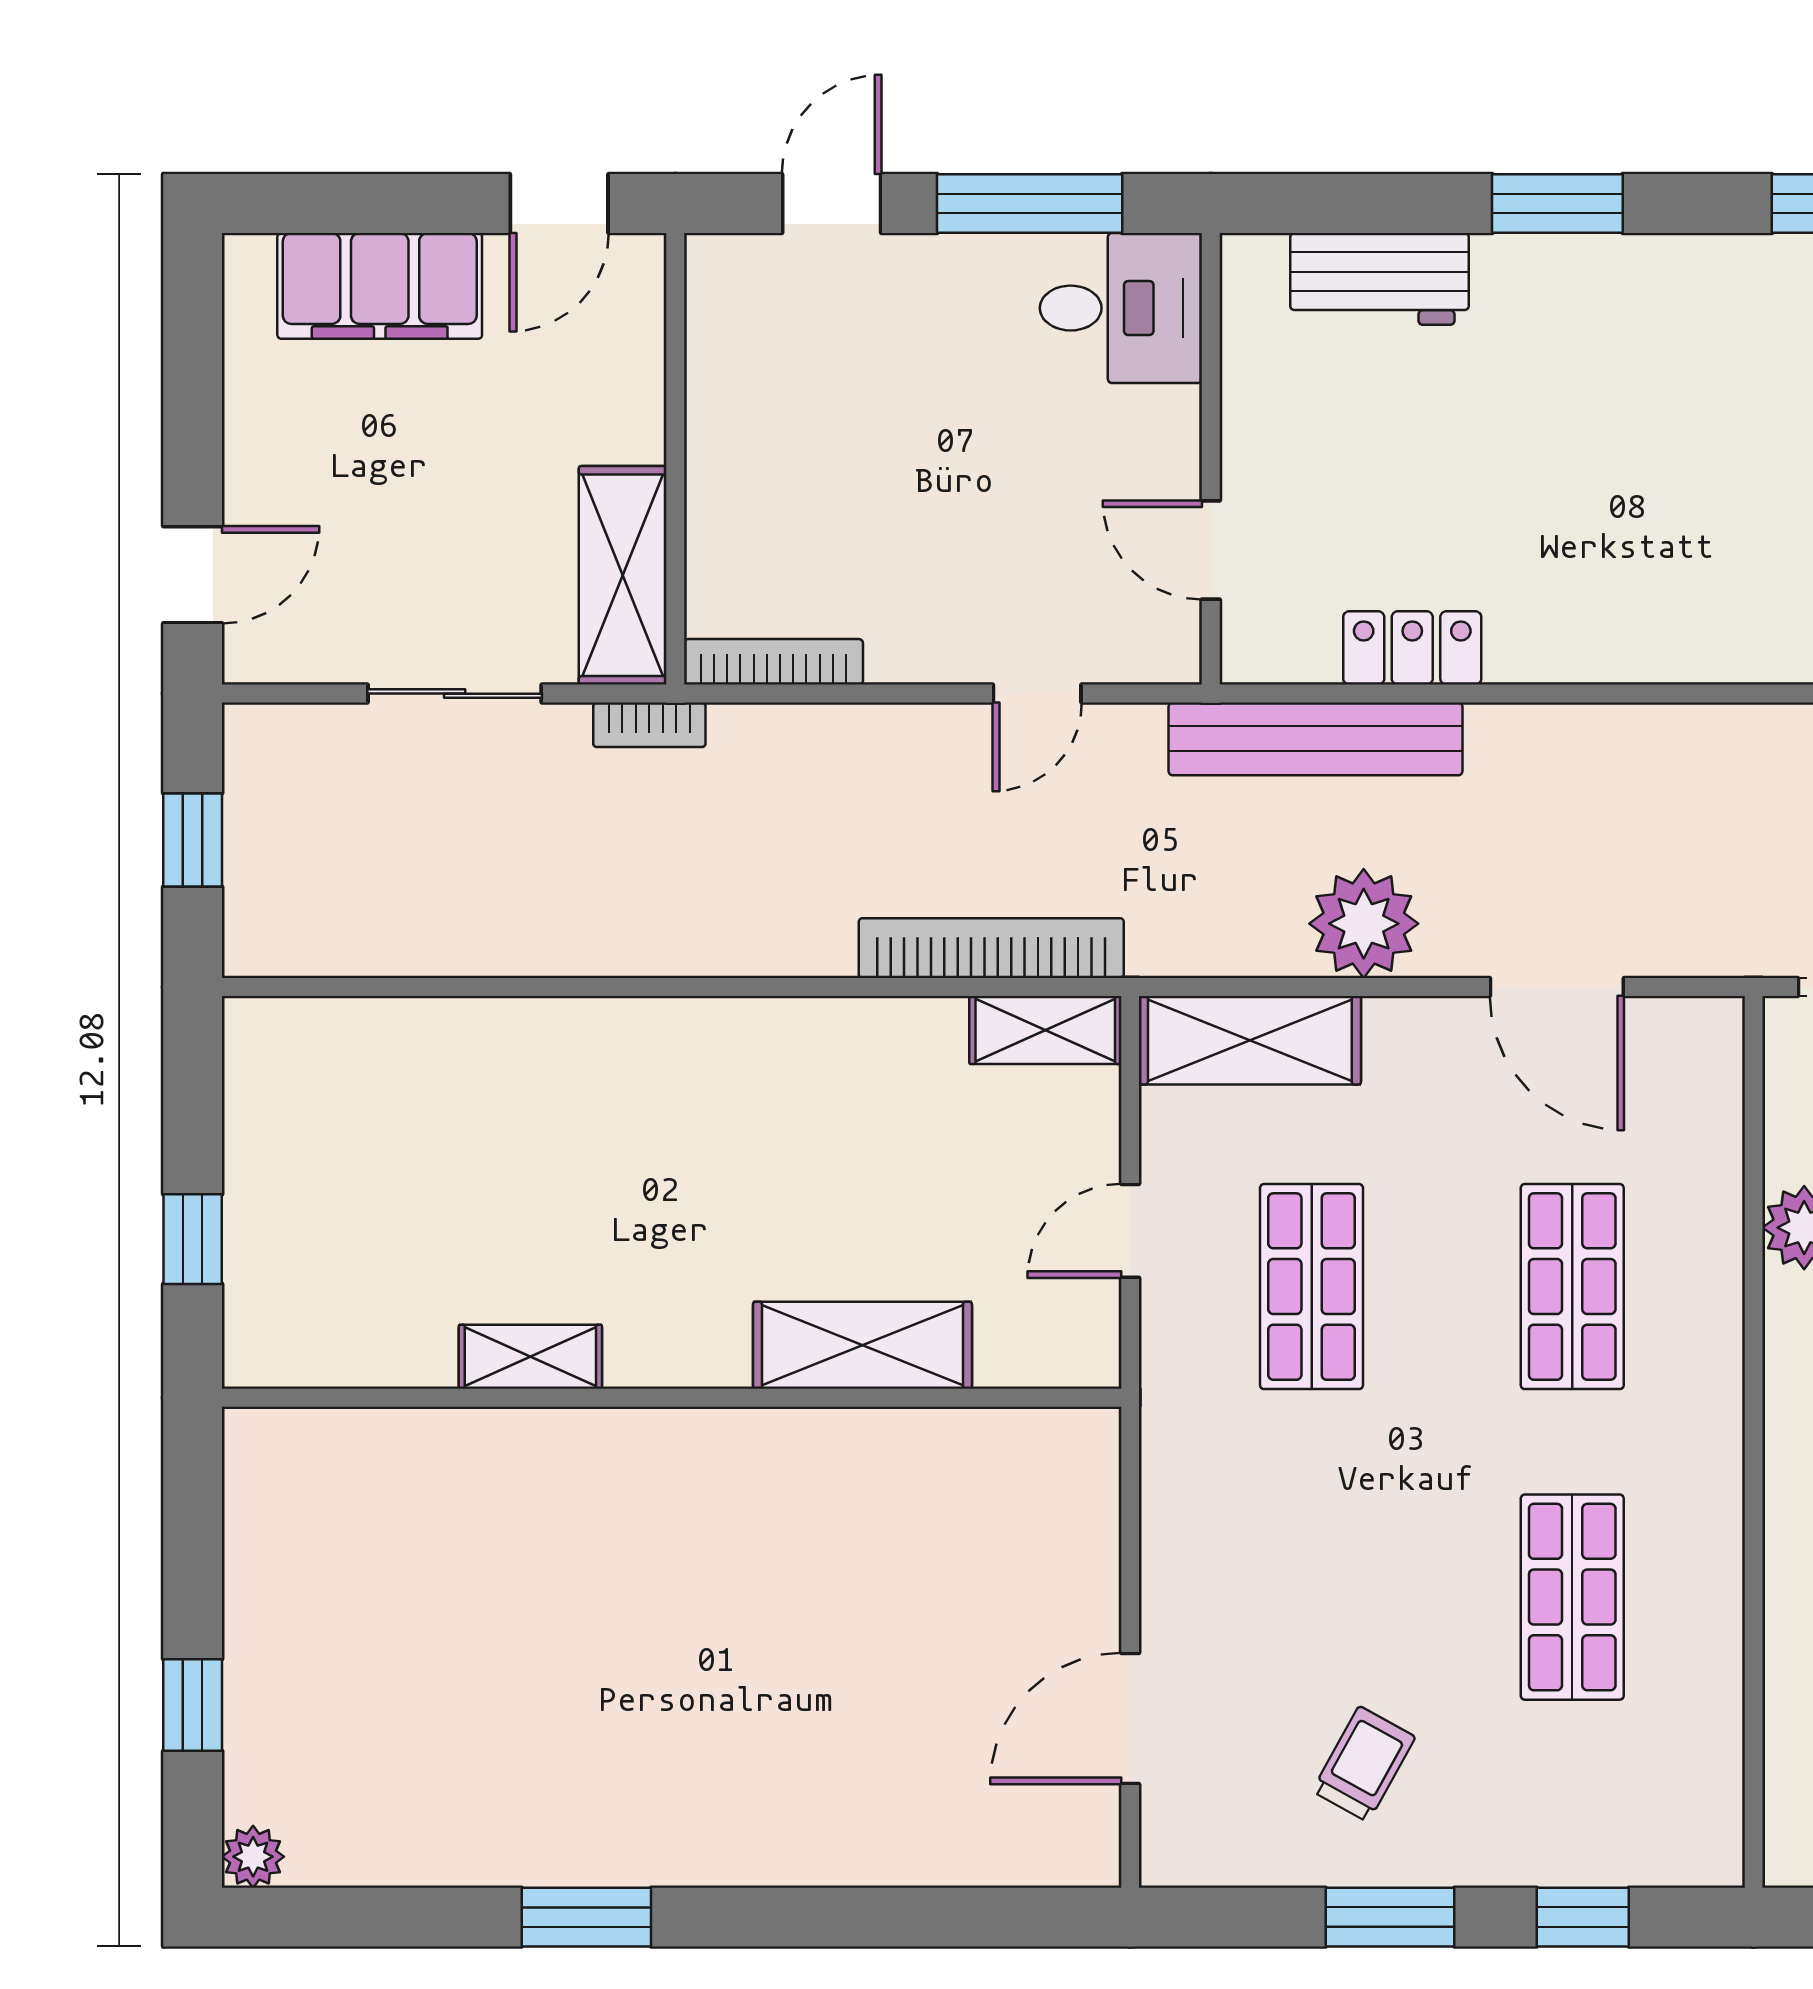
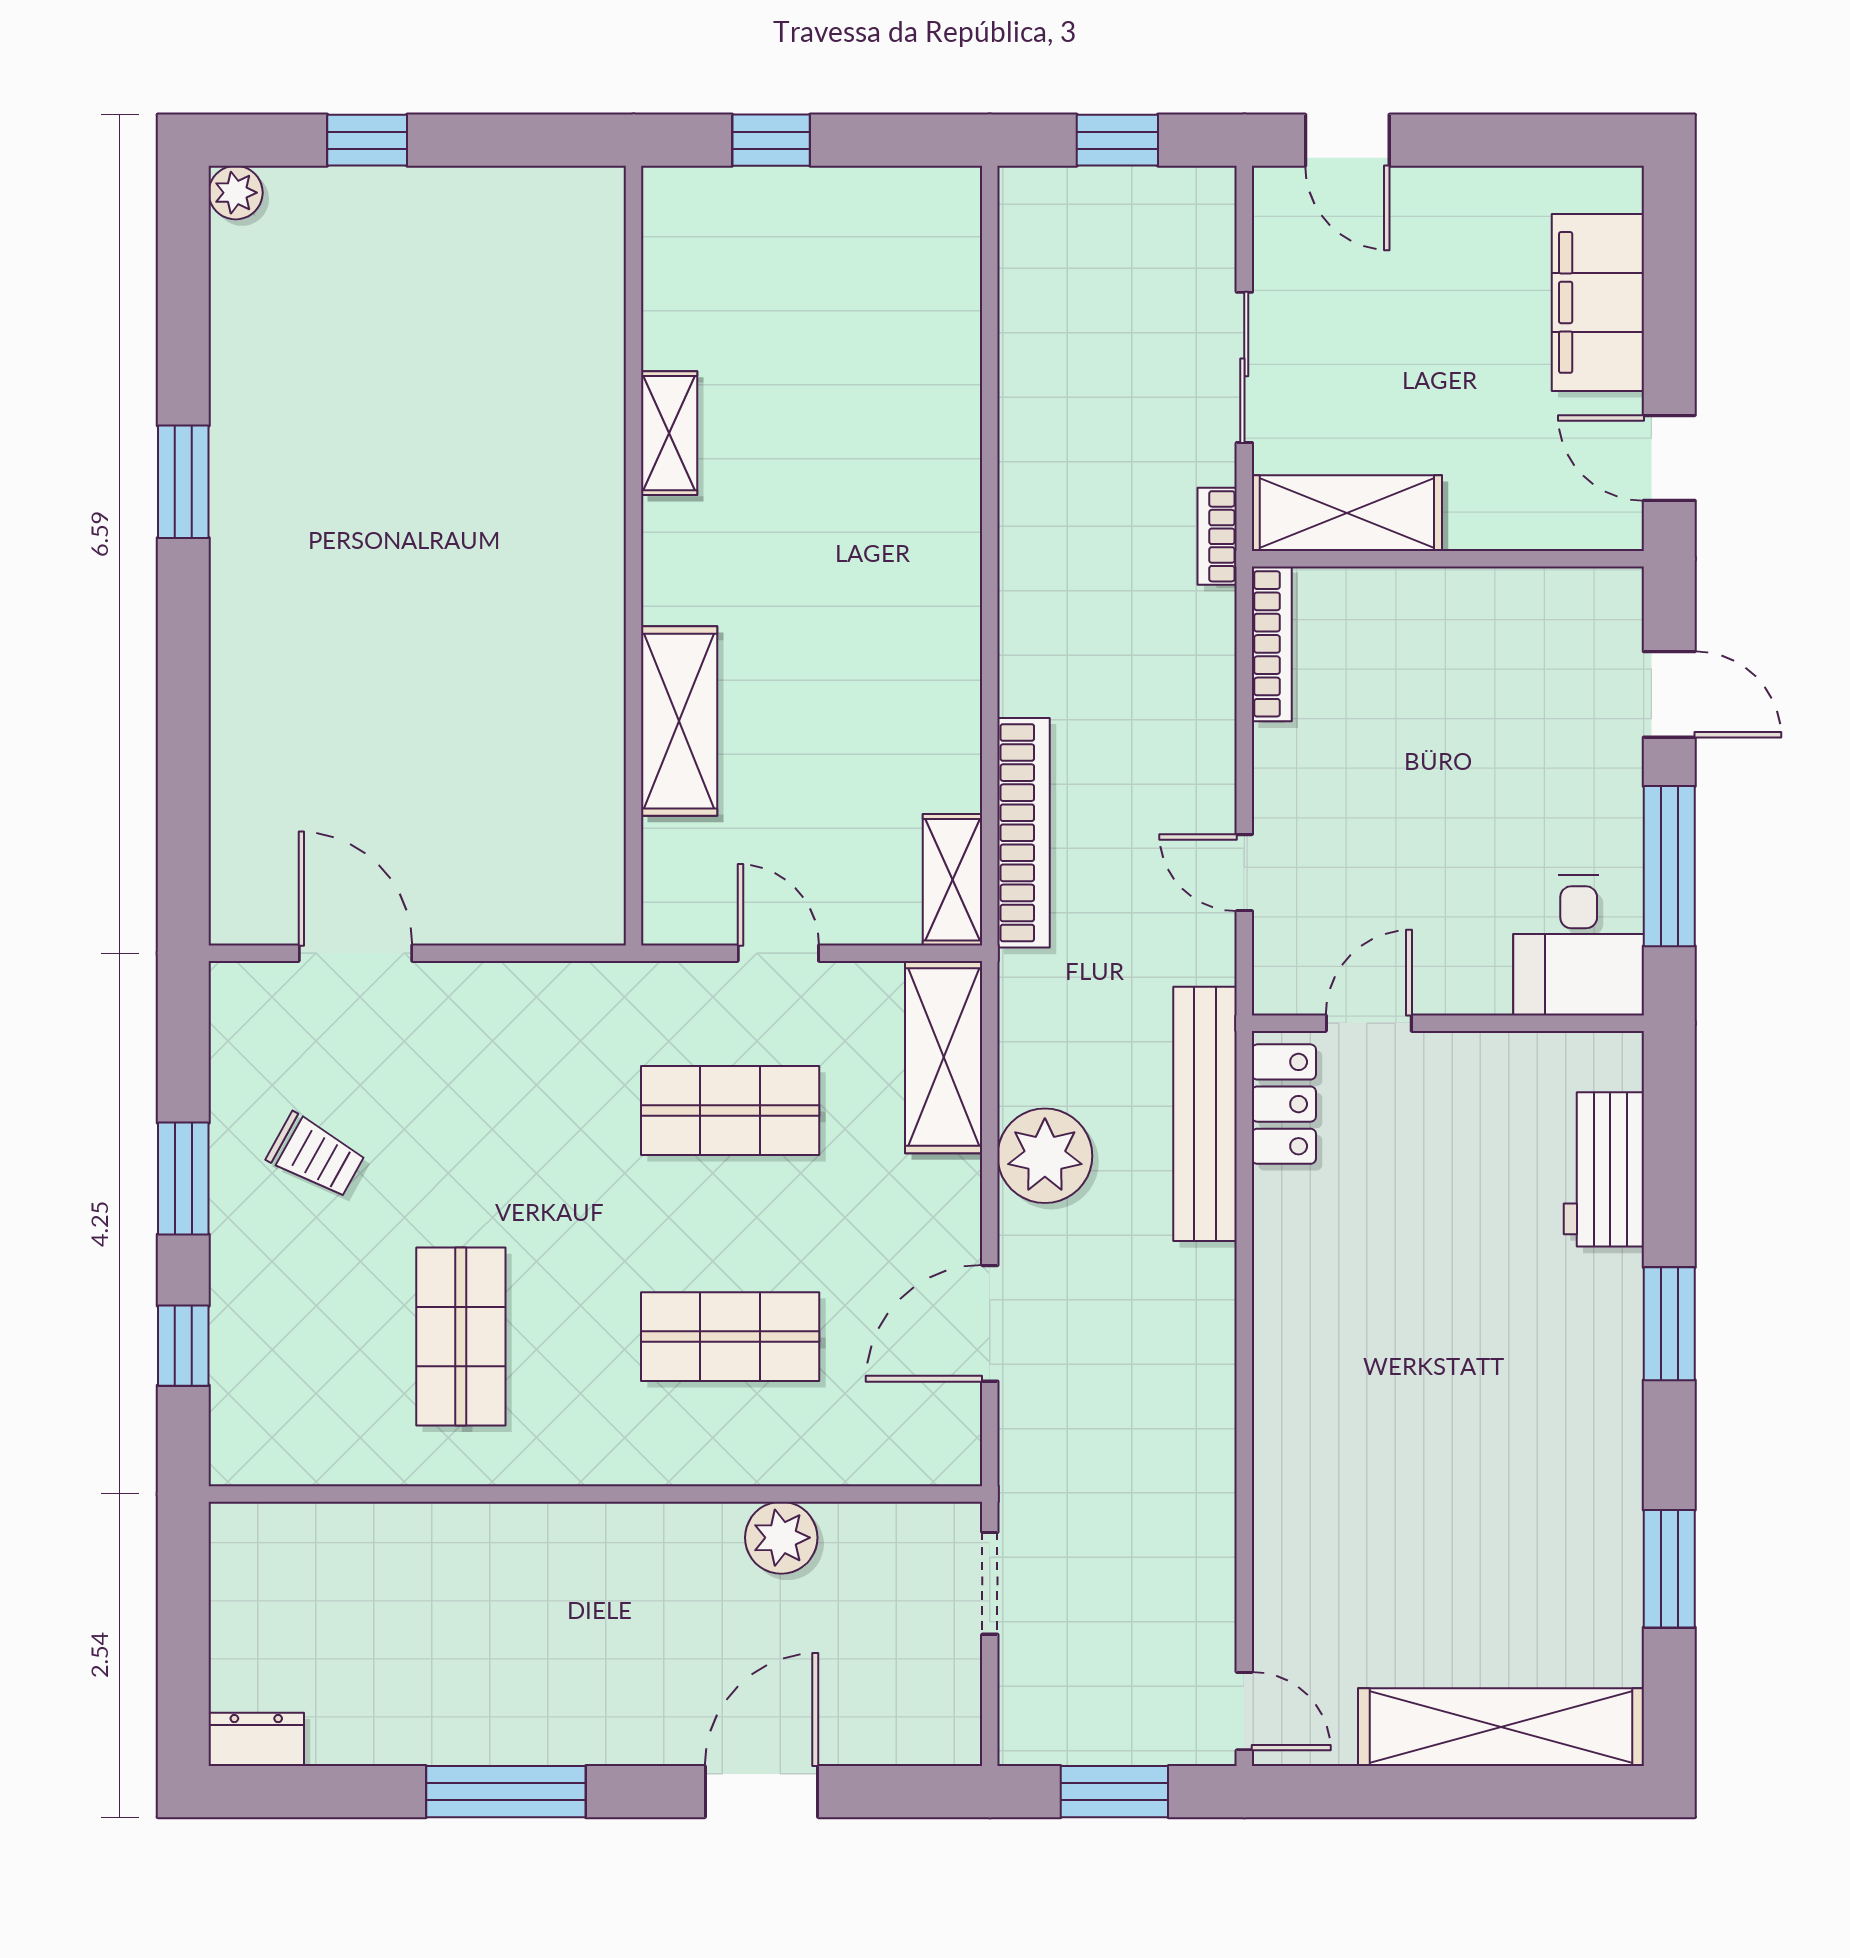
locker: (1412, 648) -> (1284, 1104), moved
shop shelf: (1572, 1597) -> (461, 1337), turned 90

